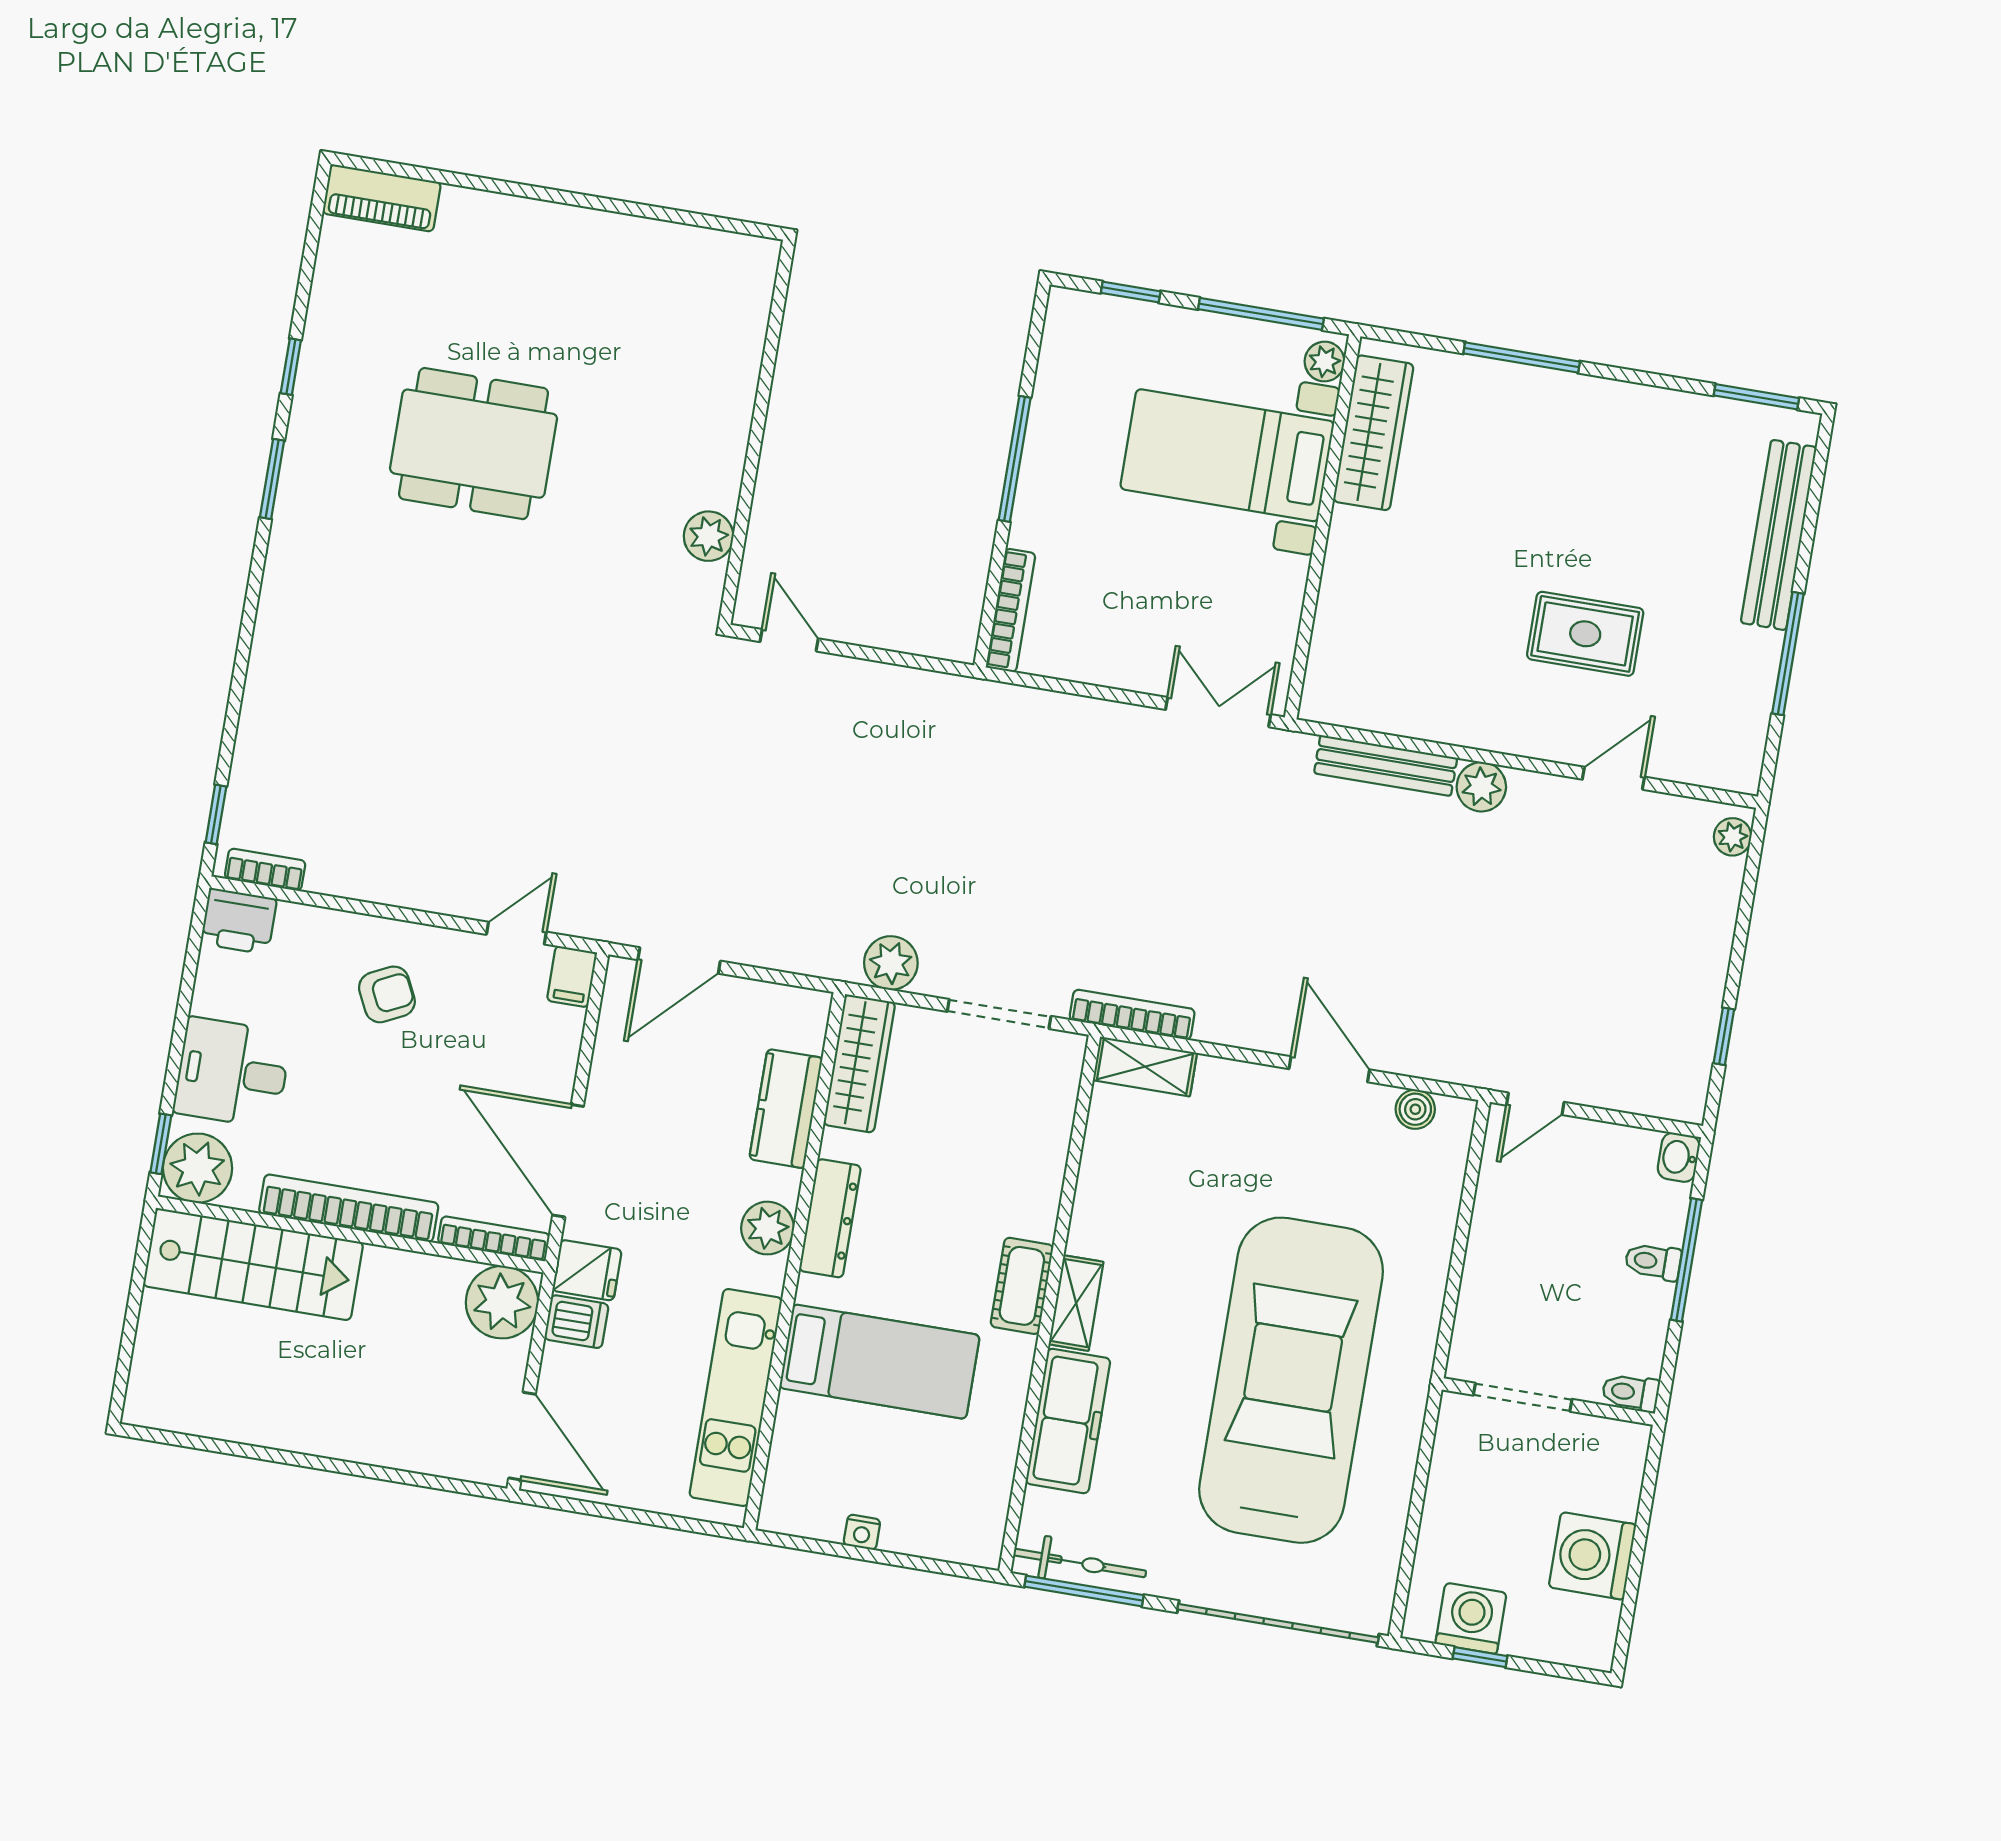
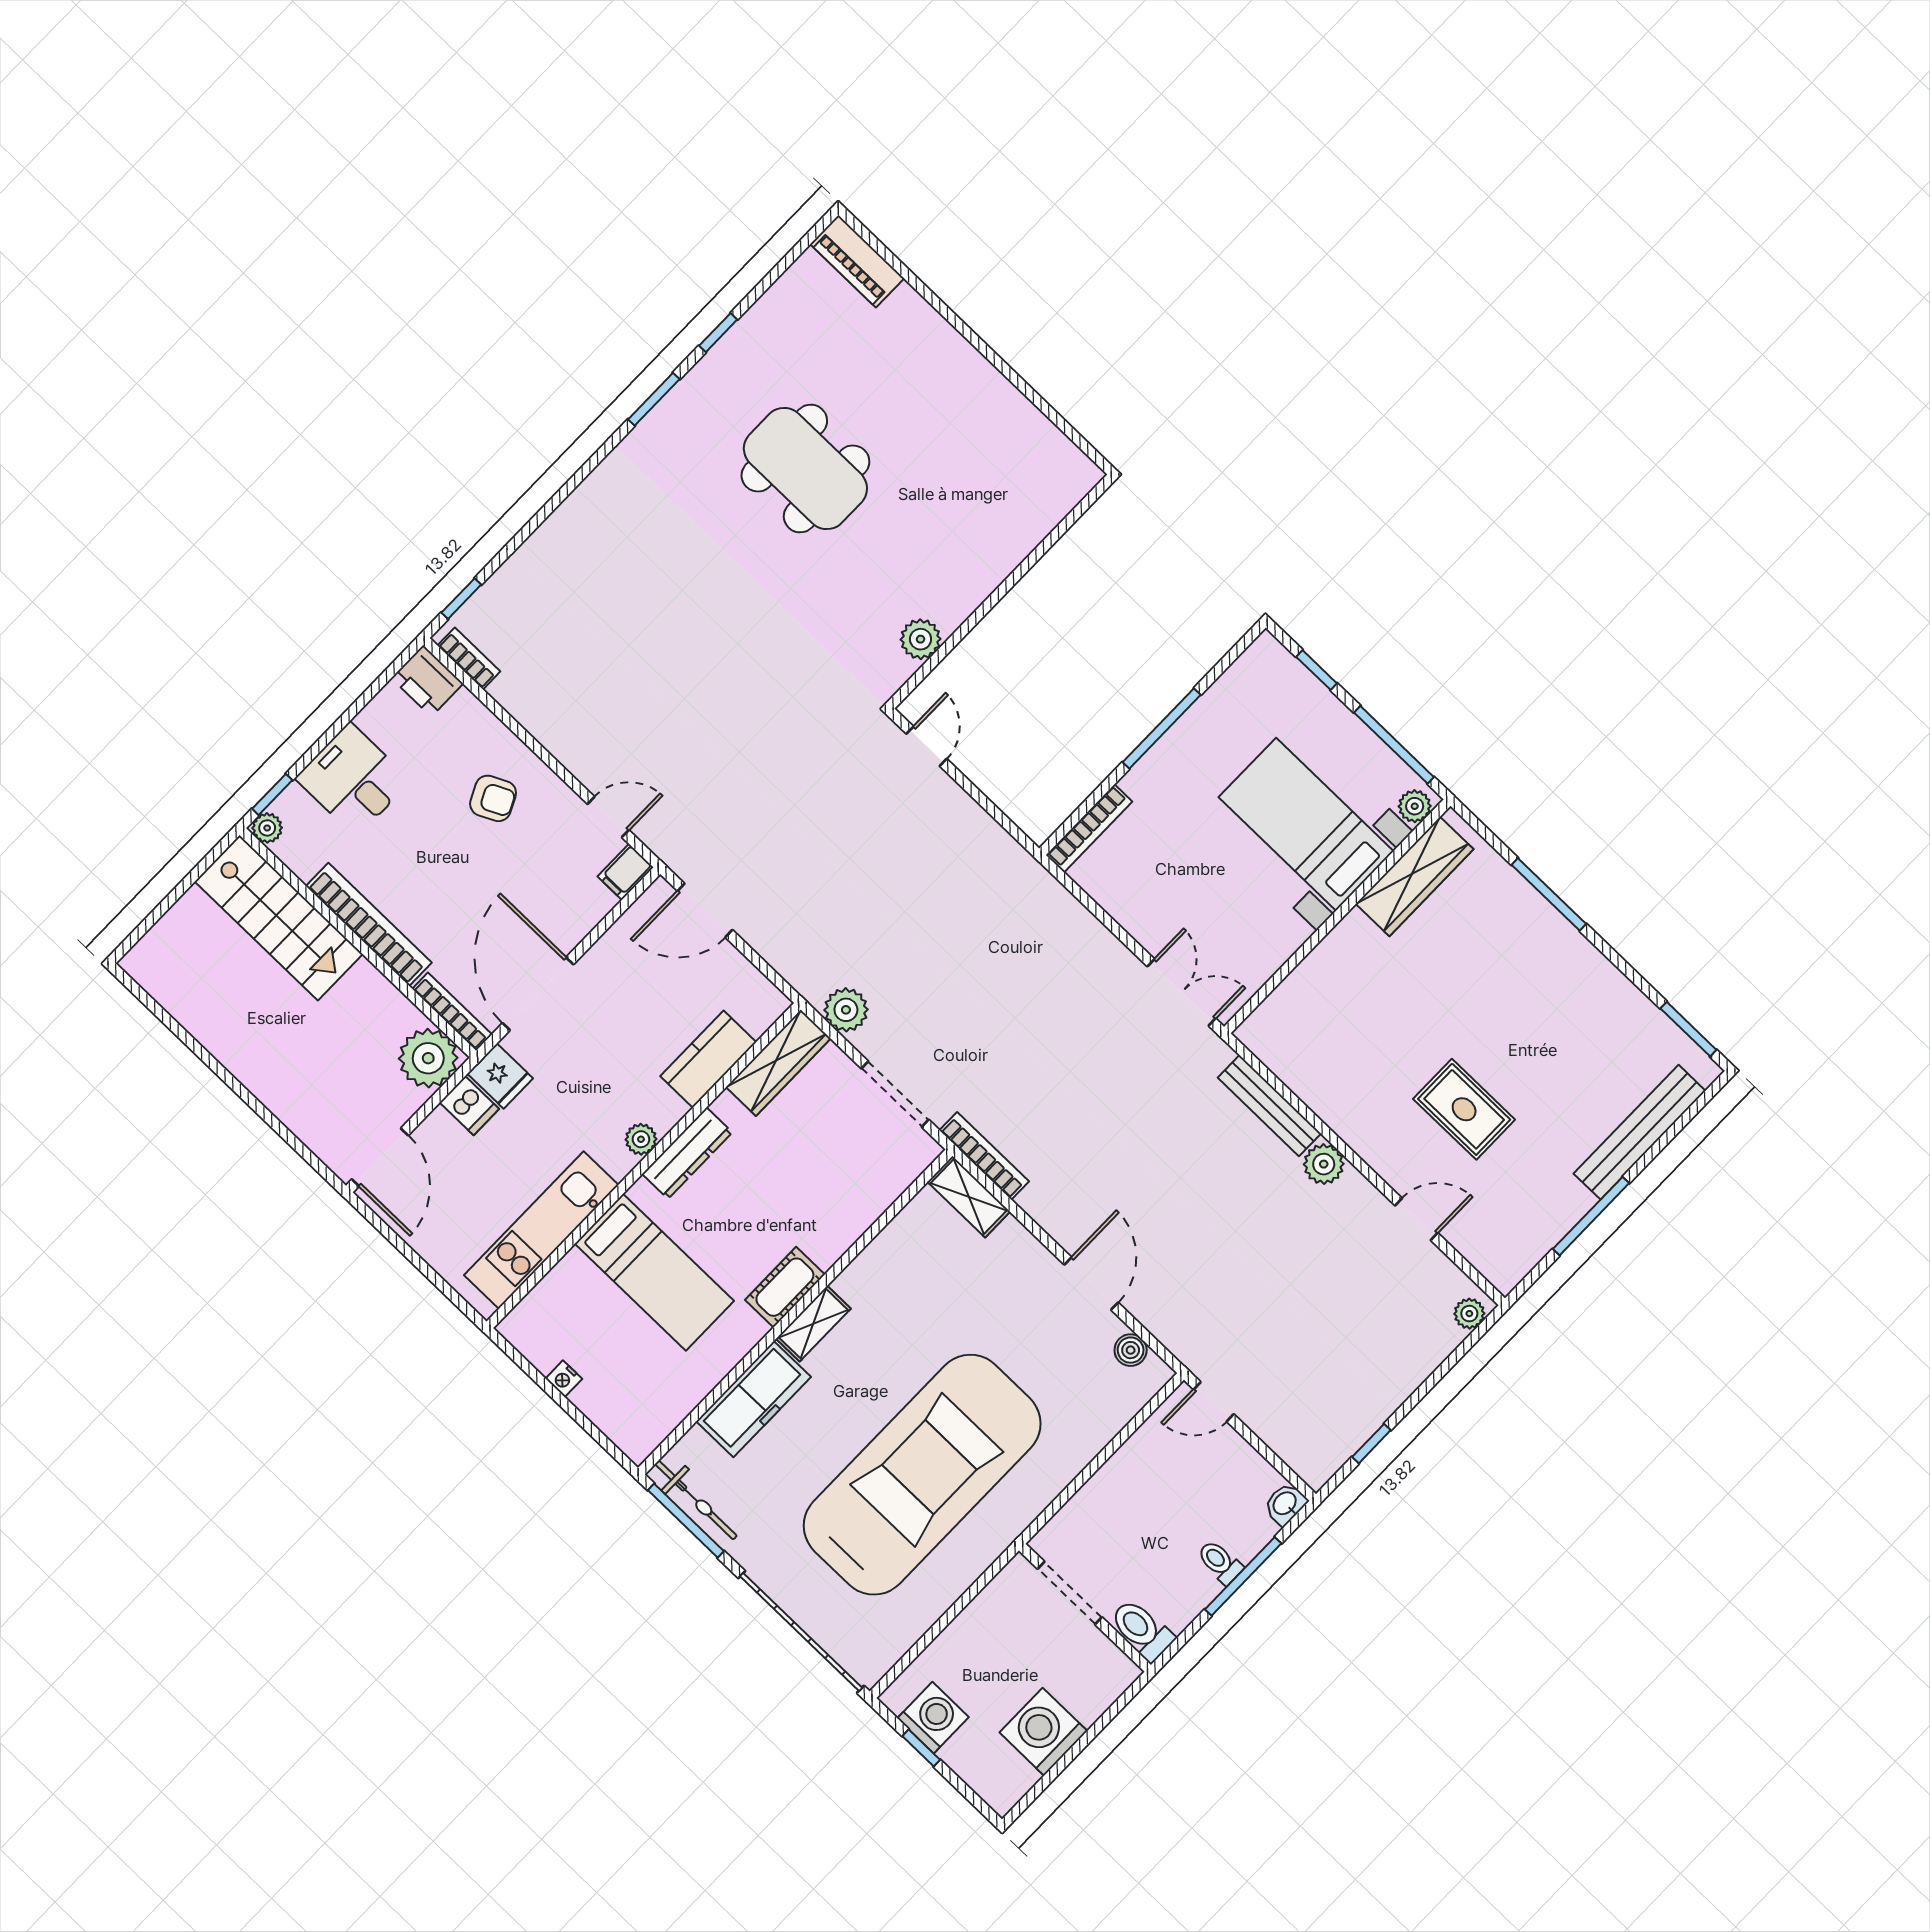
plant: (198, 1168) -> (267, 828), width x0.53, depth x0.53
plant: (768, 1228) -> (641, 1139), width x0.73, depth x0.73
toilet: (1631, 1392) -> (1142, 1630), width x1.37, depth x1.39

